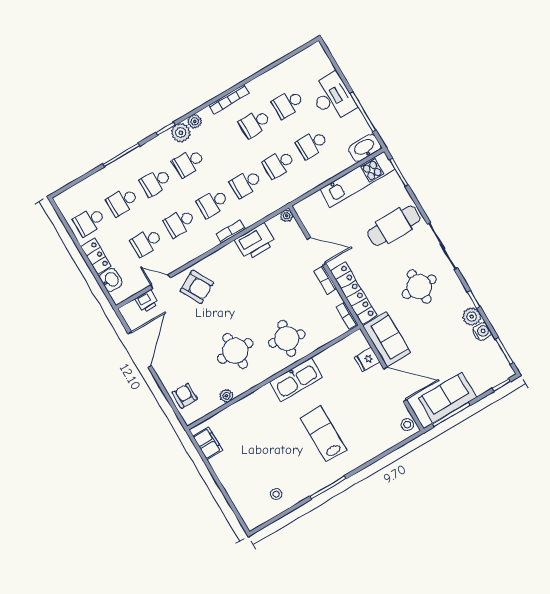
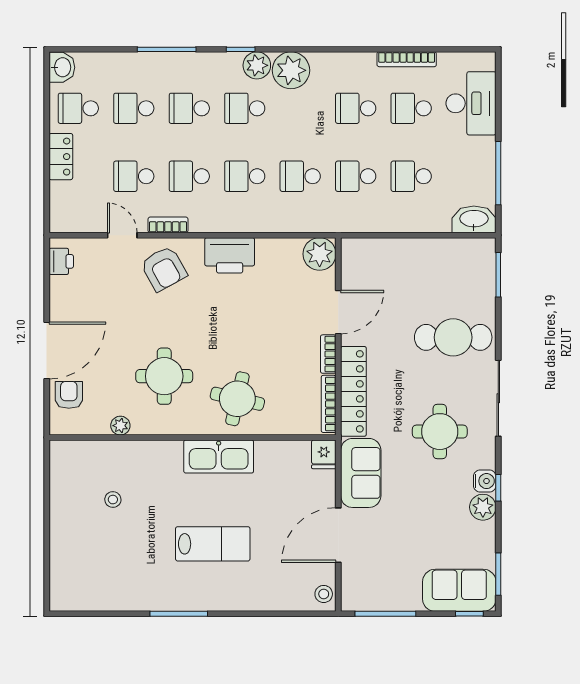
desk: (332, 97) -> (471, 103), moved
bookcase: (229, 99) -> (407, 59), moved
plant: (195, 121) -> (291, 70), width x1.87, depth x1.87
kitchen unit: (357, 179) -> (442, 253), removed
plant: (287, 216) -> (320, 254), width x1.88, depth x1.88
bookcase: (231, 232) -> (168, 225), moved
printer: (255, 242) -> (230, 255), moved
door: (317, 251) -> (338, 312), hinge flipped
washbasin: (111, 280) -> (62, 67), moved
printer: (147, 301) -> (61, 261), moved, turned -90
bookcase: (347, 316) -> (329, 404), width x1.56
water cooler: (482, 332) -> (485, 481), moved
door: (140, 349) -> (47, 350), moved
fridge: (367, 360) -> (324, 454), moved, turned -90
door: (395, 384) -> (338, 535), swing flipped
sofa: (447, 398) -> (459, 590), moved
lab bench: (323, 434) -> (213, 544), turned 90
filing cabinet: (208, 443) -> (62, 471), removed
stool: (276, 494) -> (113, 500), moved

